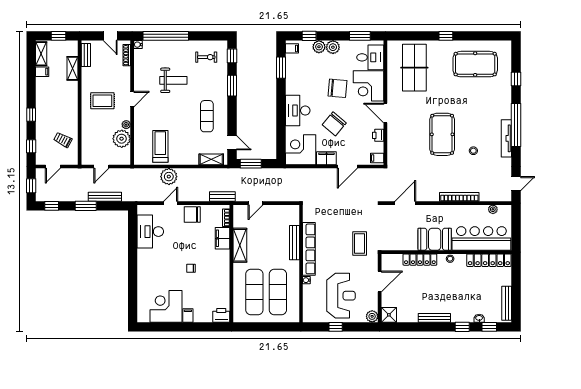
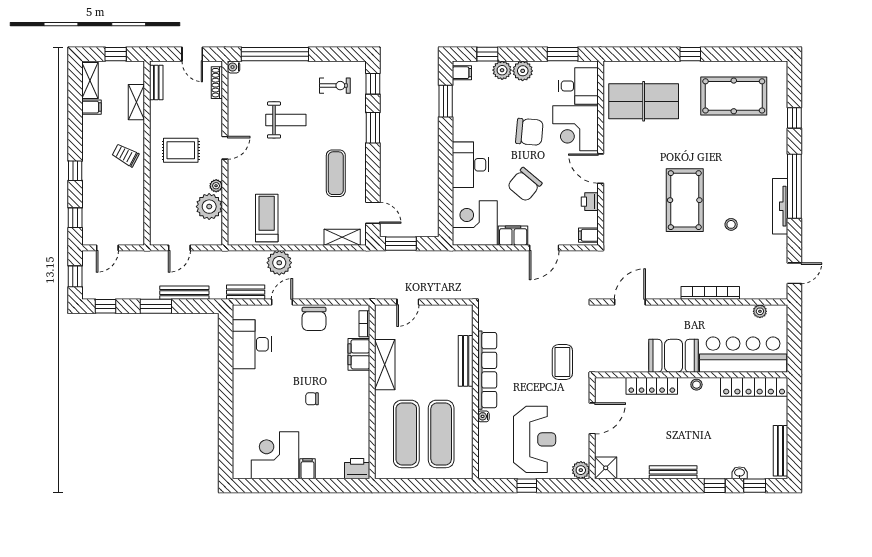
table tennis table: (414, 68) -> (644, 101), turned 90
trolley: (63, 140) -> (125, 155), moved
bench: (222, 196) -> (246, 292), moved
chair: (192, 214) -> (314, 319), turned -90

